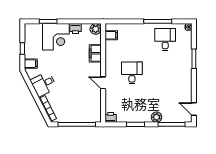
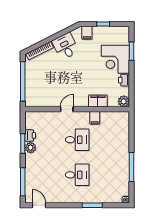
filing cabinet: (111, 35) -> (95, 118), moved
desk: (165, 40) -> (77, 175), moved
door: (194, 109) -> (39, 205), hinge flipped
printer: (111, 117) -> (30, 135), moved
plant: (156, 117) -> (30, 148), moved

